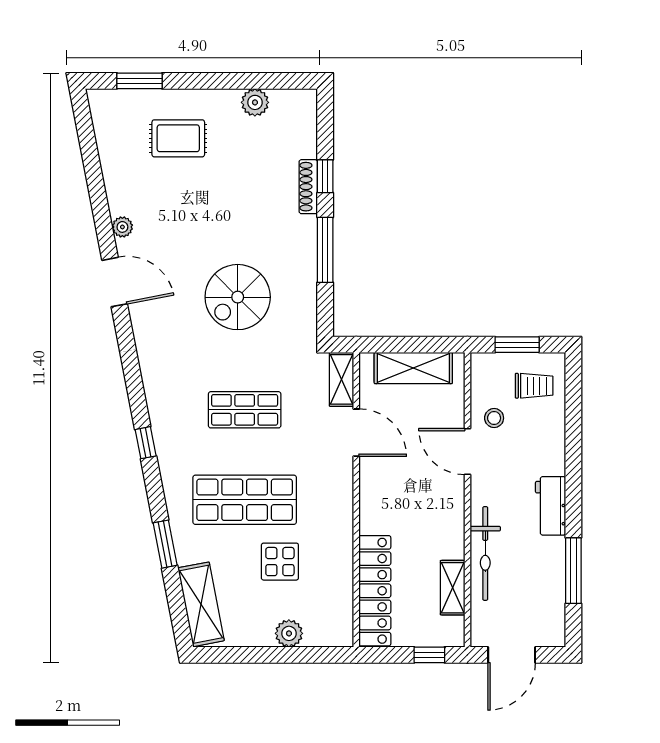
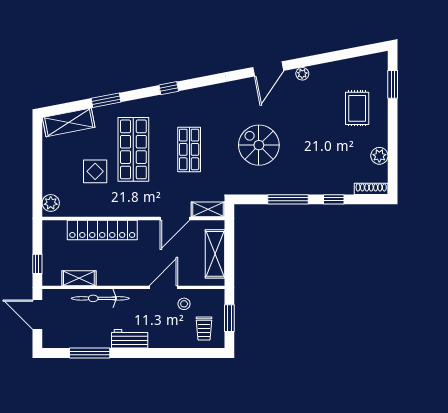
shoe rack: (308, 187) -> (371, 189), moved
locker: (375, 591) -> (102, 230), moved
plant: (289, 633) -> (51, 203), moved

